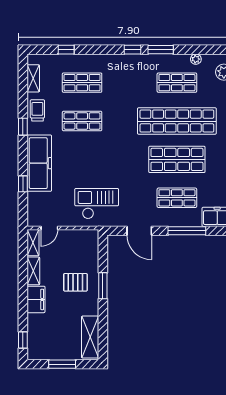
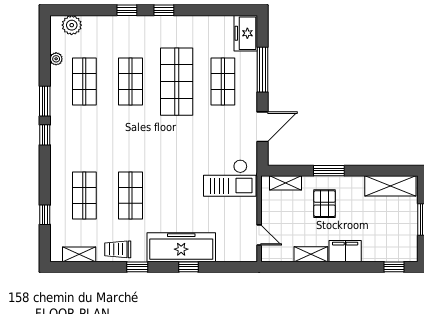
shop shelf: (177, 121) -> (131, 82), width x0.50, depth x0.74
window: (23, 184) -> (189, 267), moved
checkout: (97, 204) -> (230, 178), turned -90
shelving: (33, 243) -> (286, 183), moved

